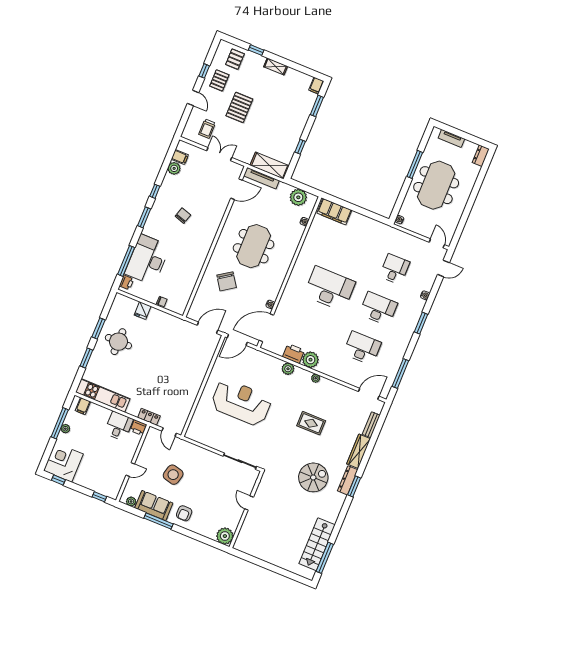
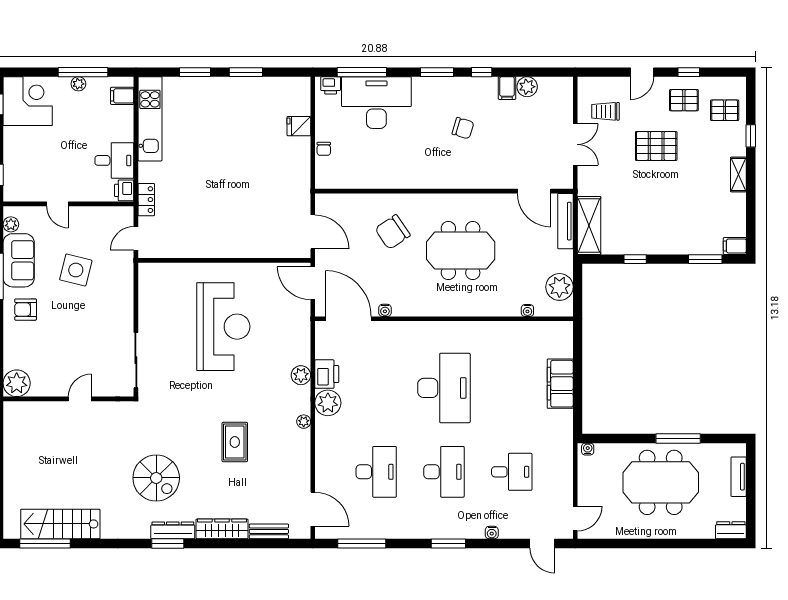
filing cabinet: (180, 157) -> (507, 88), moved
filing cabinet: (334, 212) -> (560, 384), moved
round table: (118, 342) -> (239, 109), removed

